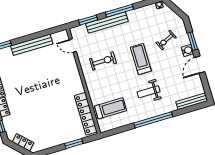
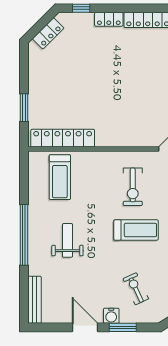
treadmill: (141, 59) -> (136, 230), moved

